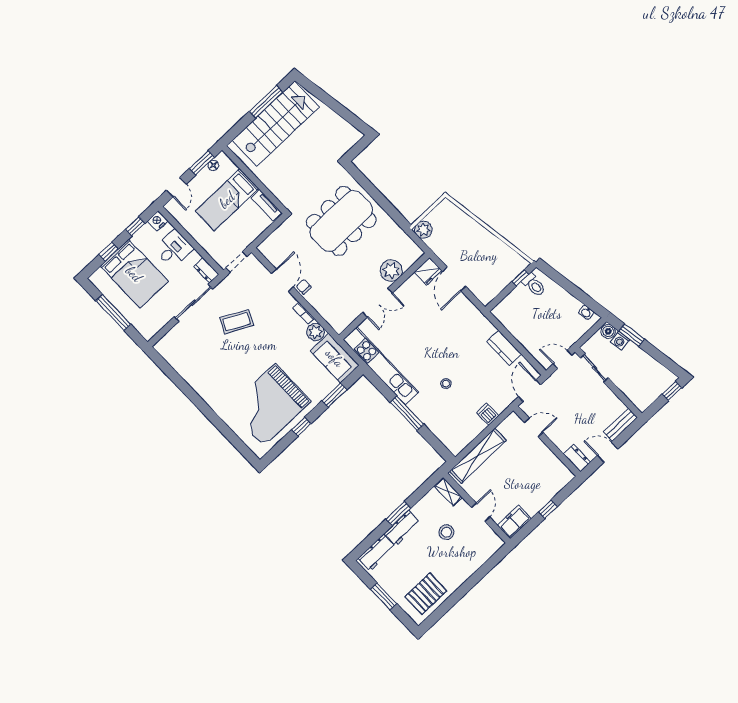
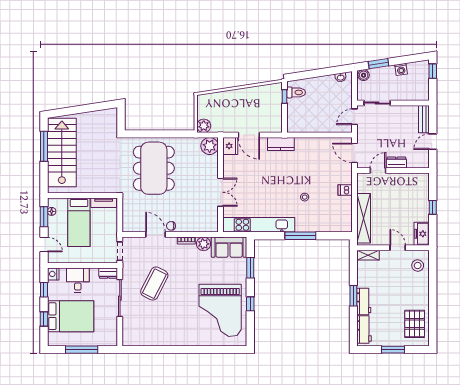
plant: (391, 271) -> (210, 146), moved
coffee table: (237, 322) -> (154, 284), width x1.36, depth x1.32
washing machine: (620, 341) -> (401, 69), moved
kitchen counter: (504, 348) -> (281, 144), moved
dresser: (577, 458) -> (396, 163), moved
stool: (446, 532) -> (418, 266), moved

